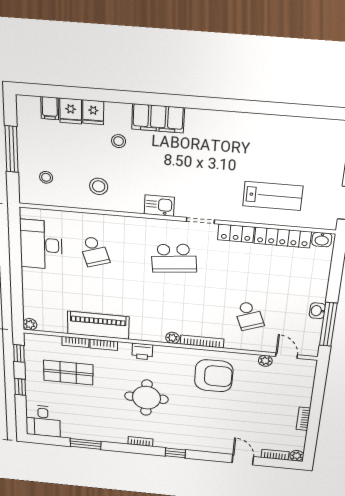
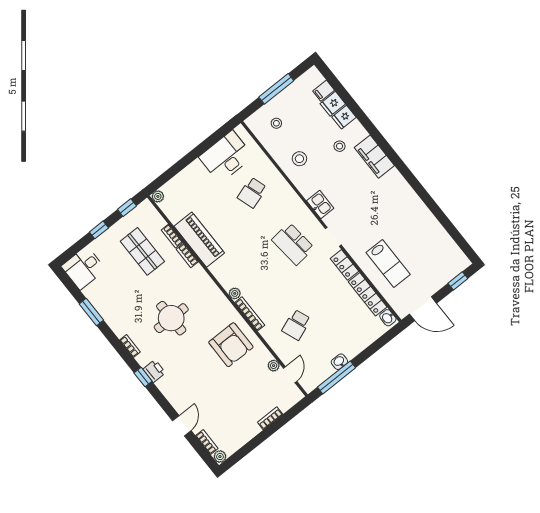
printer: (142, 351) -> (154, 371), moved, turned 180
bookcase: (303, 419) -> (270, 418), moved

